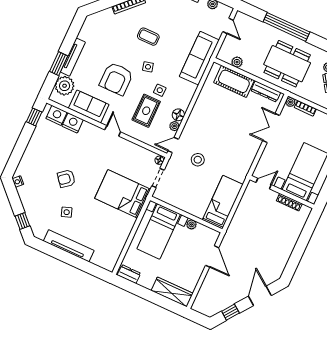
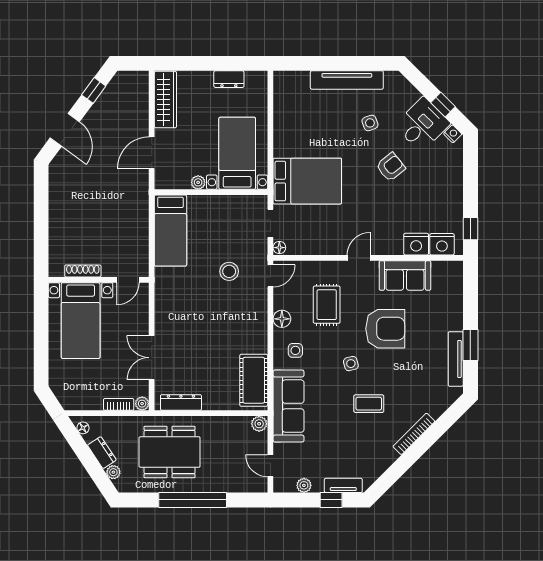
tv unit: (73, 57) -> (456, 359), moved
plant: (237, 62) -> (259, 424), moved
window: (59, 64) -> (470, 345), moved
armchair: (116, 79) -> (385, 329), turned 90
cot: (234, 81) -> (254, 380), moved, turned 90
plant: (65, 86) -> (449, 288), removed
side table: (160, 90) -> (295, 350), moved
plant: (174, 126) -> (280, 302), removed
double door: (271, 128) -> (152, 358), swing flipped
door: (113, 131) -> (359, 258), swing flipped
desk: (34, 196) -> (422, 124), added
window: (22, 221) -> (443, 105), moved
door: (212, 256) -> (152, 153), hinge flipped
dresser: (129, 274) -> (229, 79), moved
wardrobe: (172, 292) -> (165, 100), moved, turned -90

